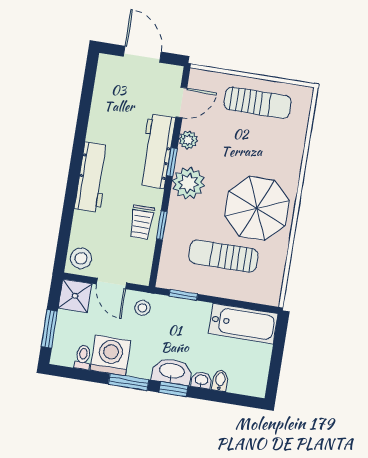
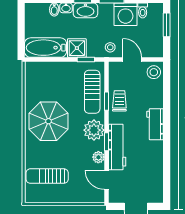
door: (181, 102) -> (106, 180), hinge flipped
sun lounger: (258, 103) -> (47, 176), moved
workbench: (92, 177) -> (155, 124), width x0.73
sun lounger: (223, 256) -> (92, 92), moved, turned 90
shower: (75, 296) -> (77, 48), moved

